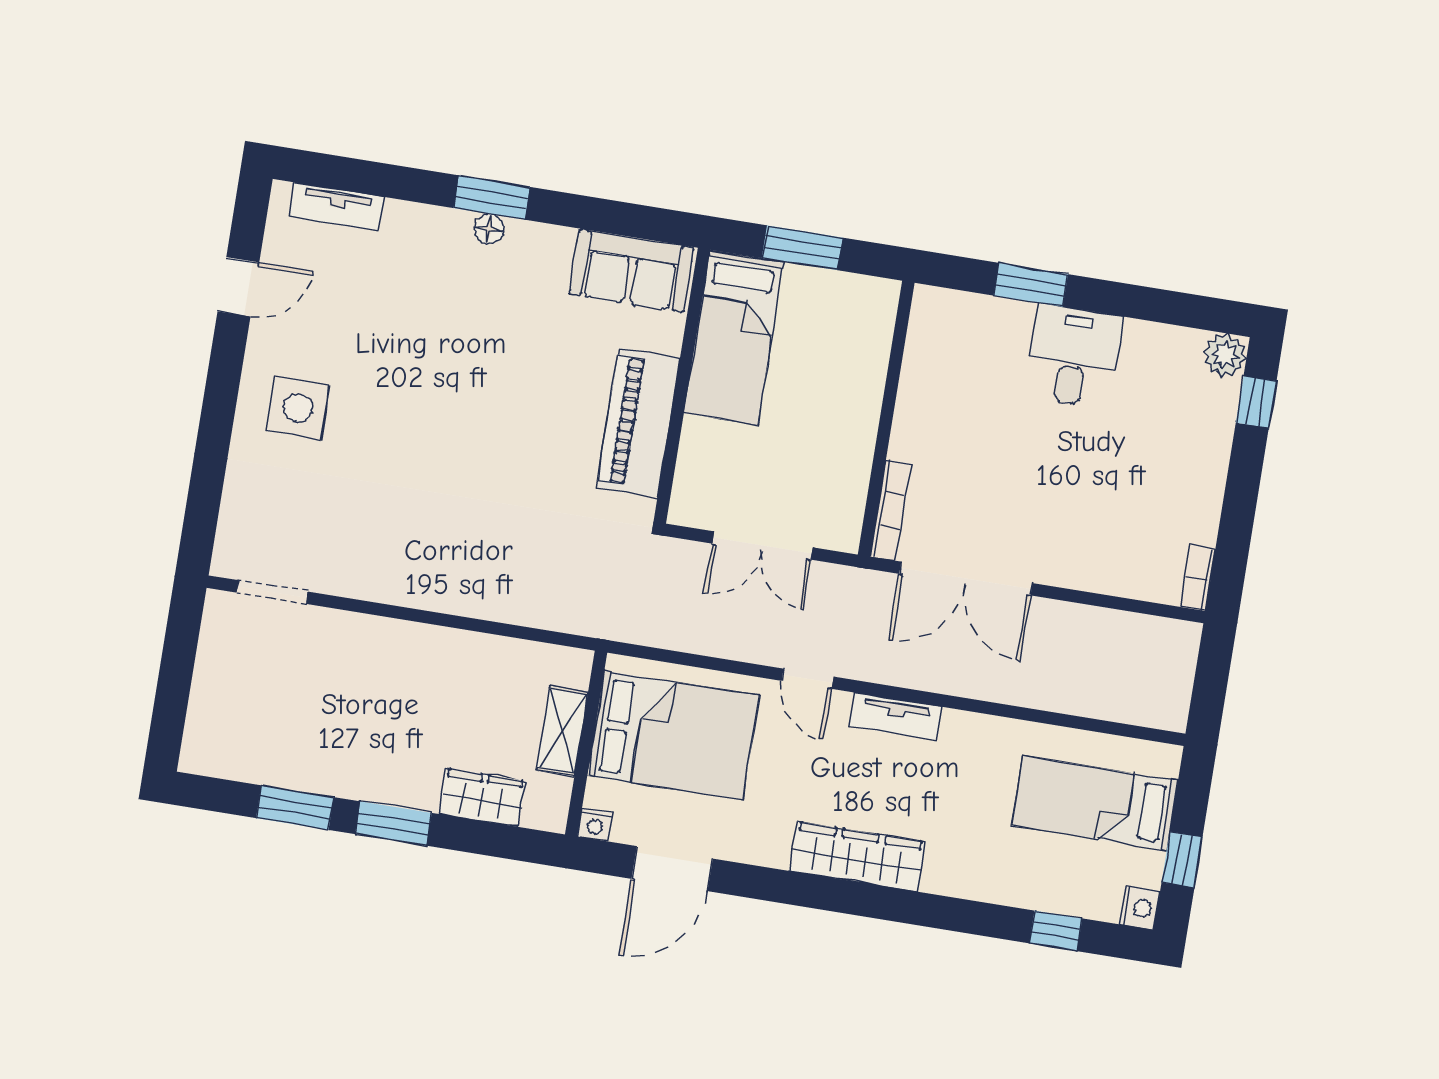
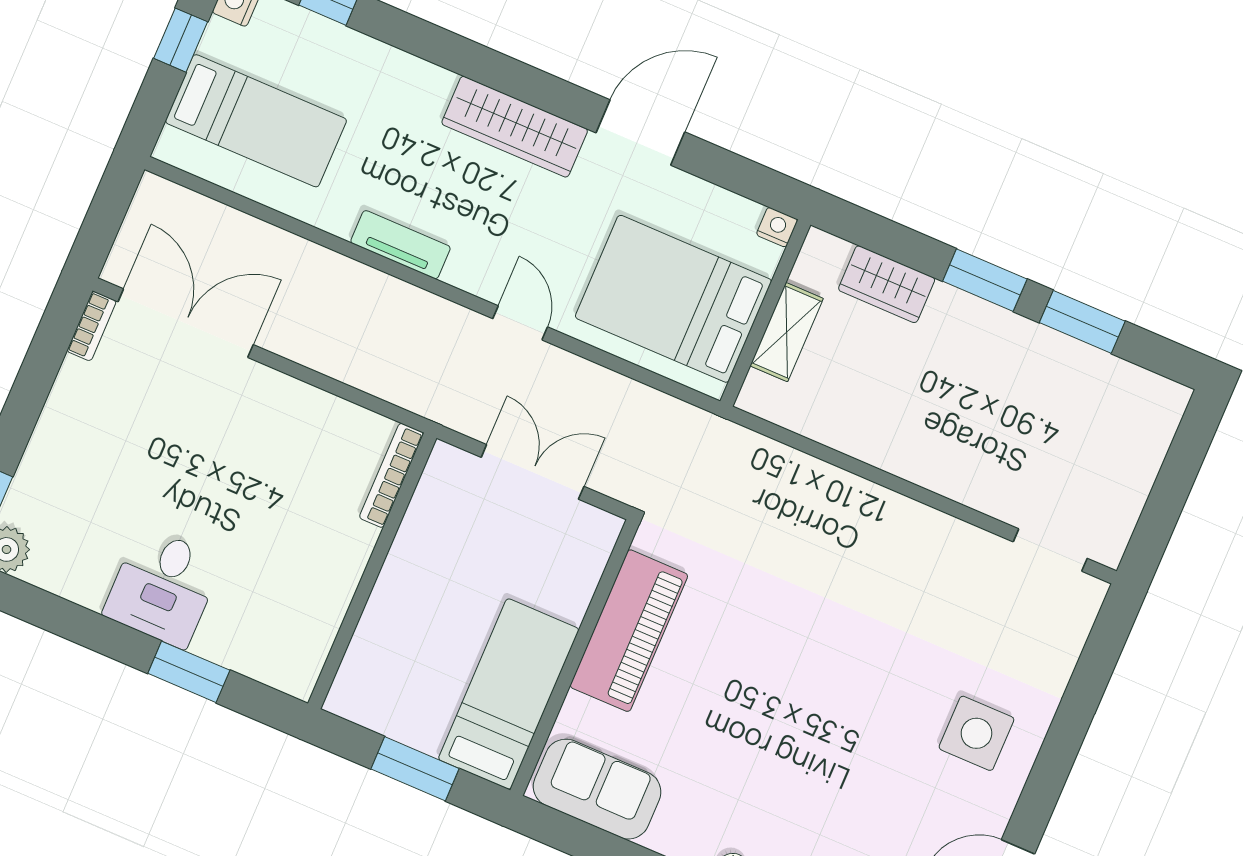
double door: (966, 578) -> (186, 323), moved
tv unit: (895, 717) -> (400, 245), moved
door: (672, 869) -> (640, 132), moved

